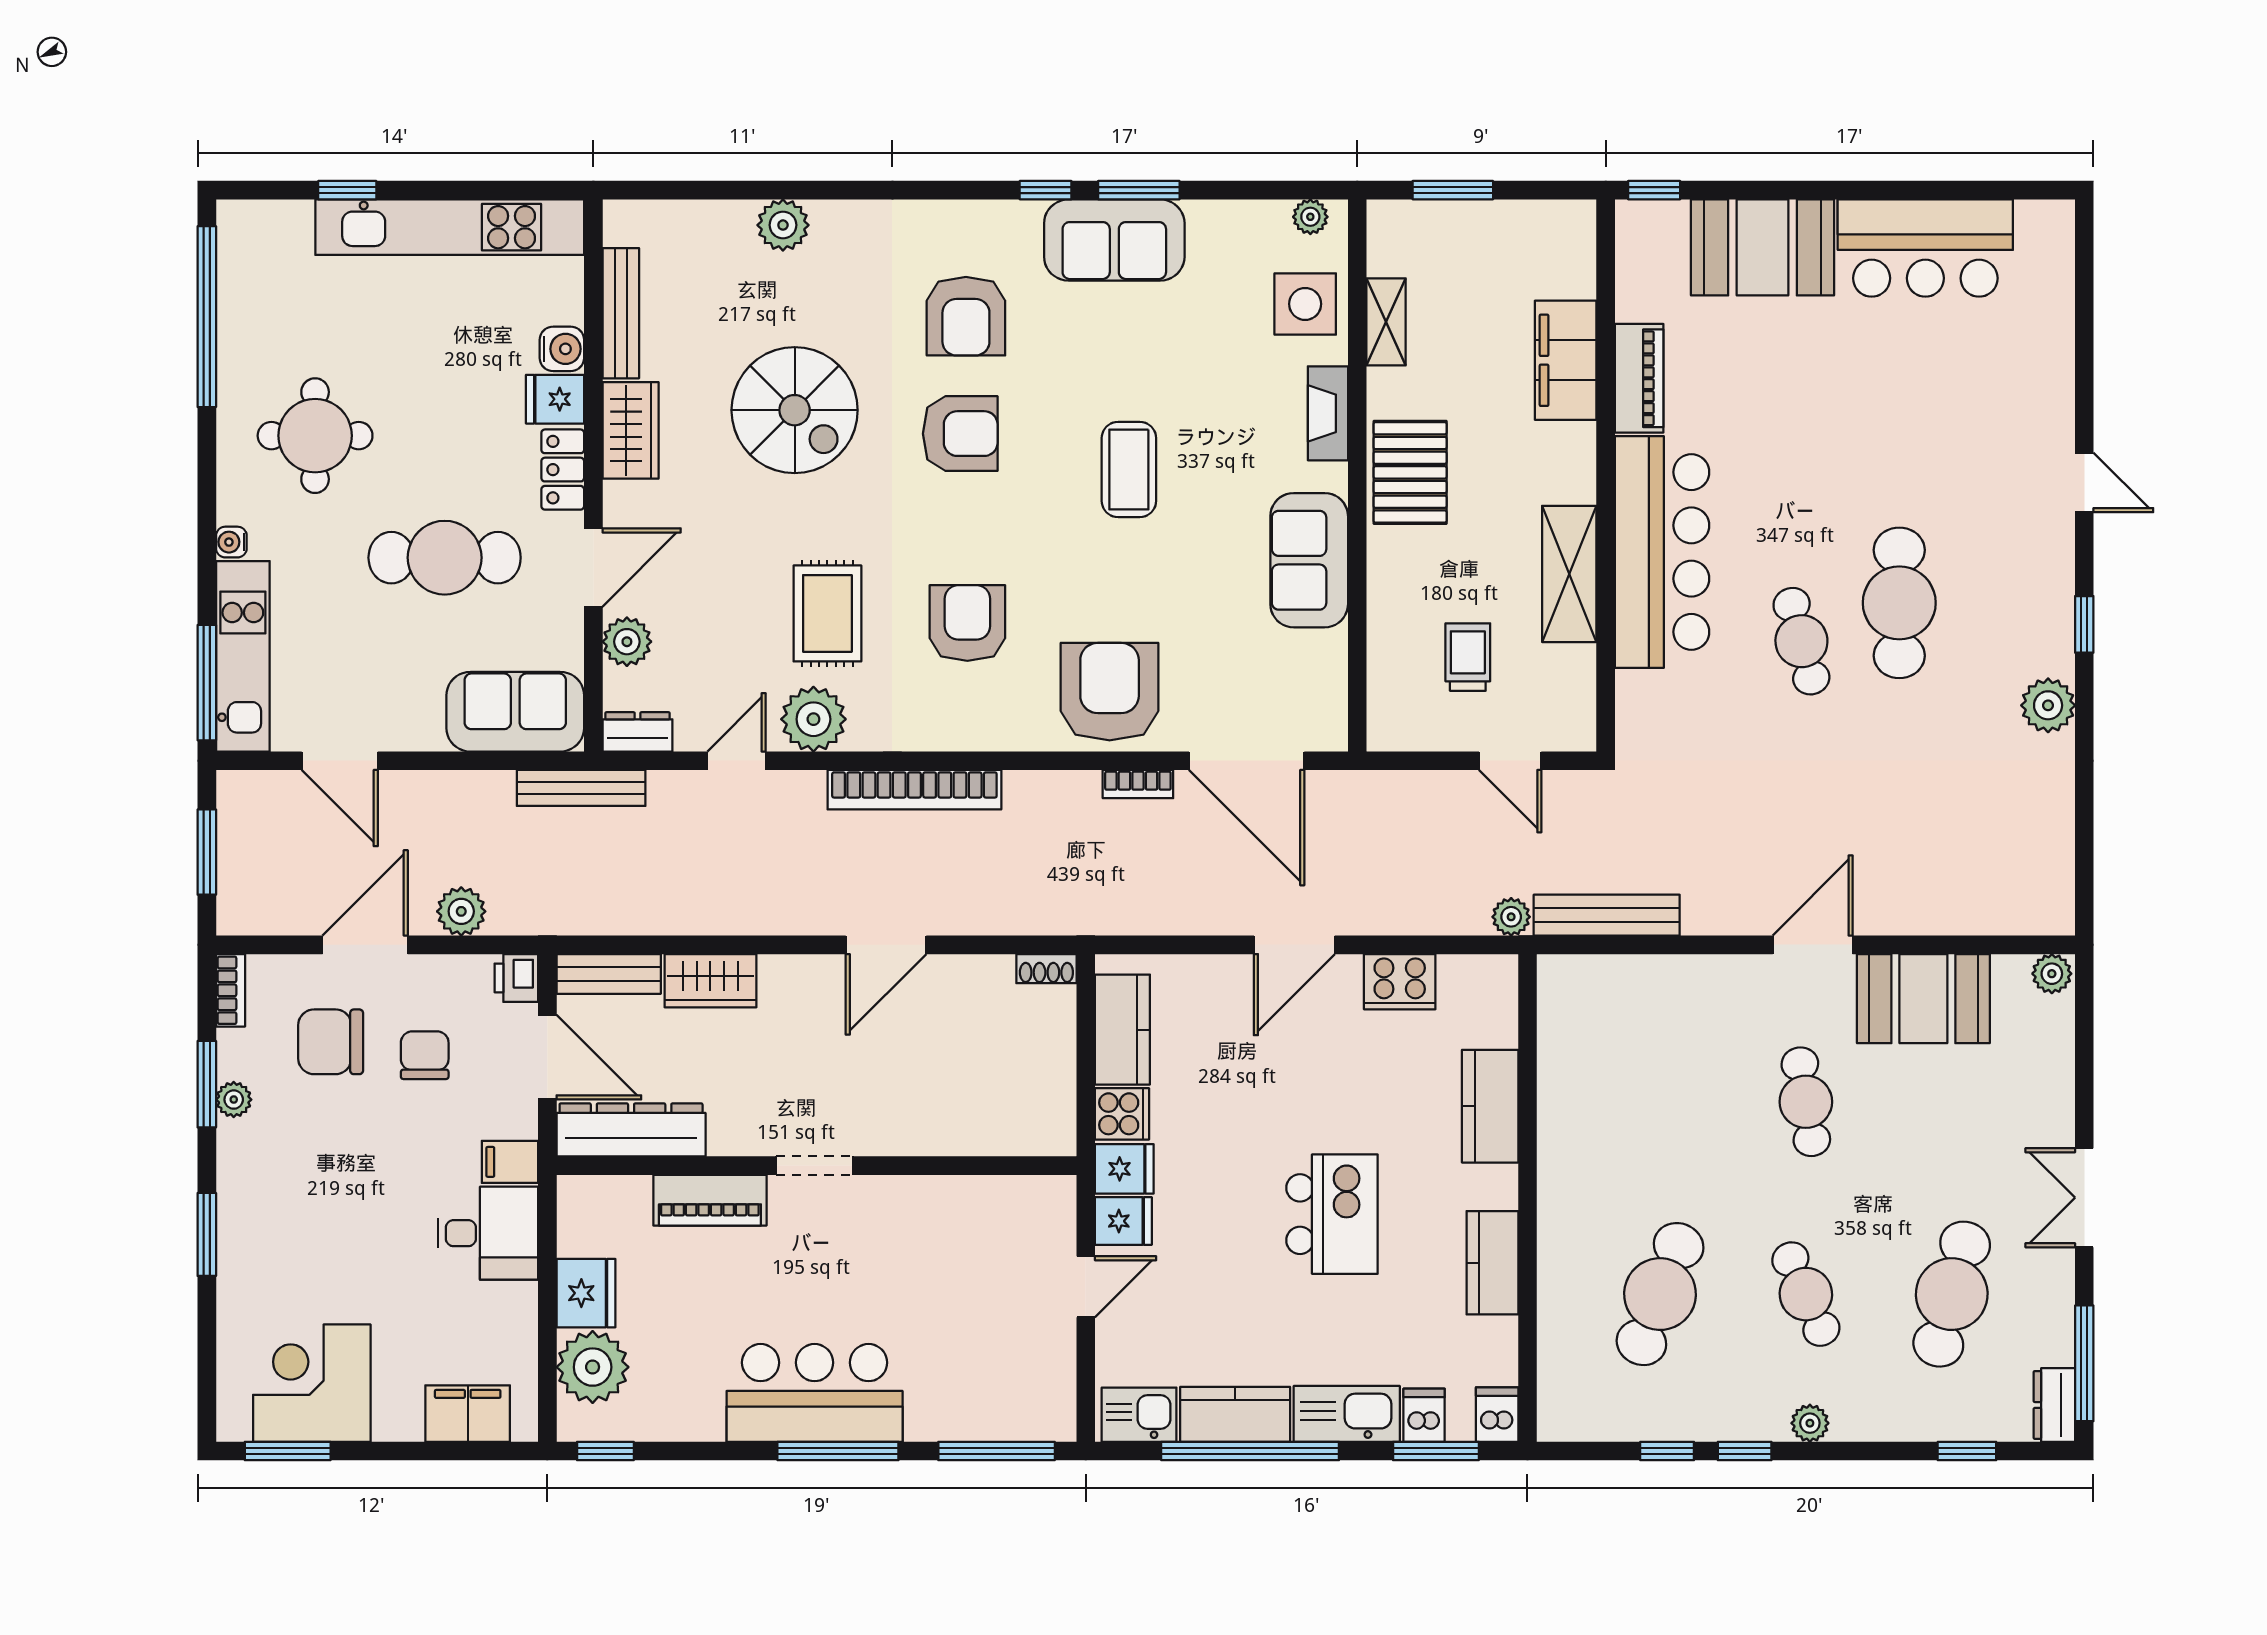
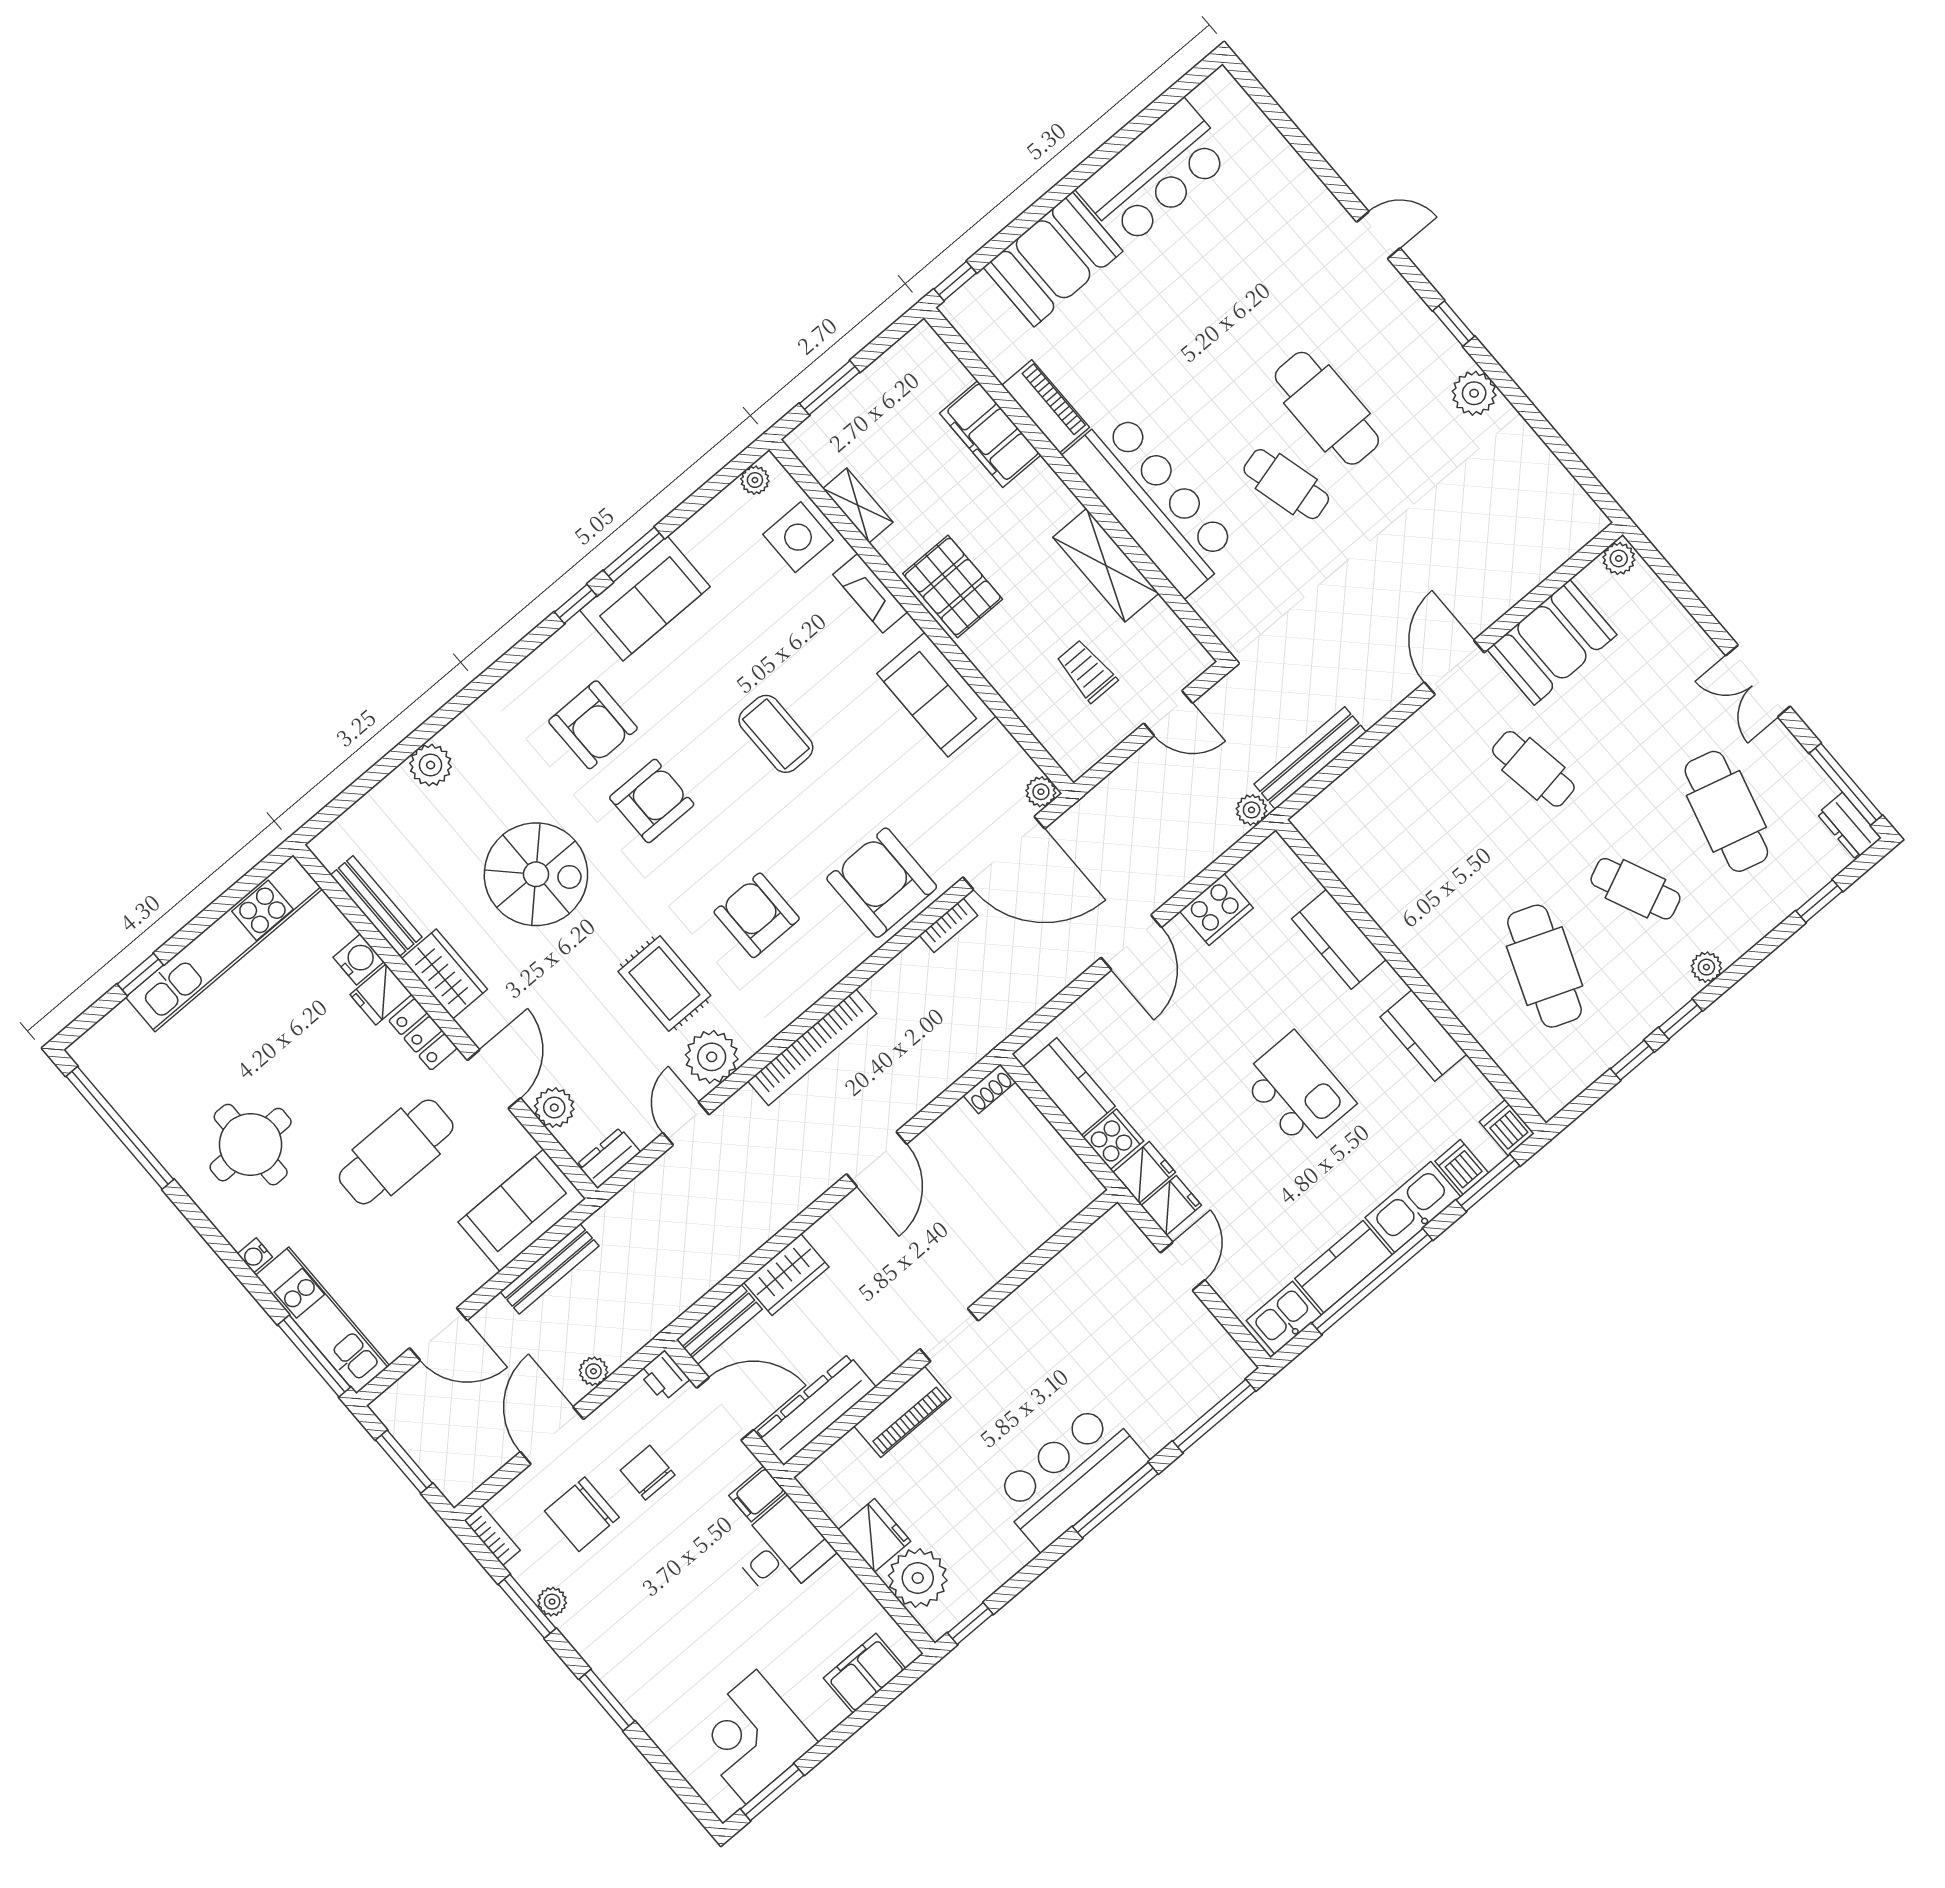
plant: (1330, 733) -> (1041, 792), added
bench: (581, 788) -> (550, 1269), moved
plant: (461, 911) -> (593, 1371), width x0.73, depth x0.73

